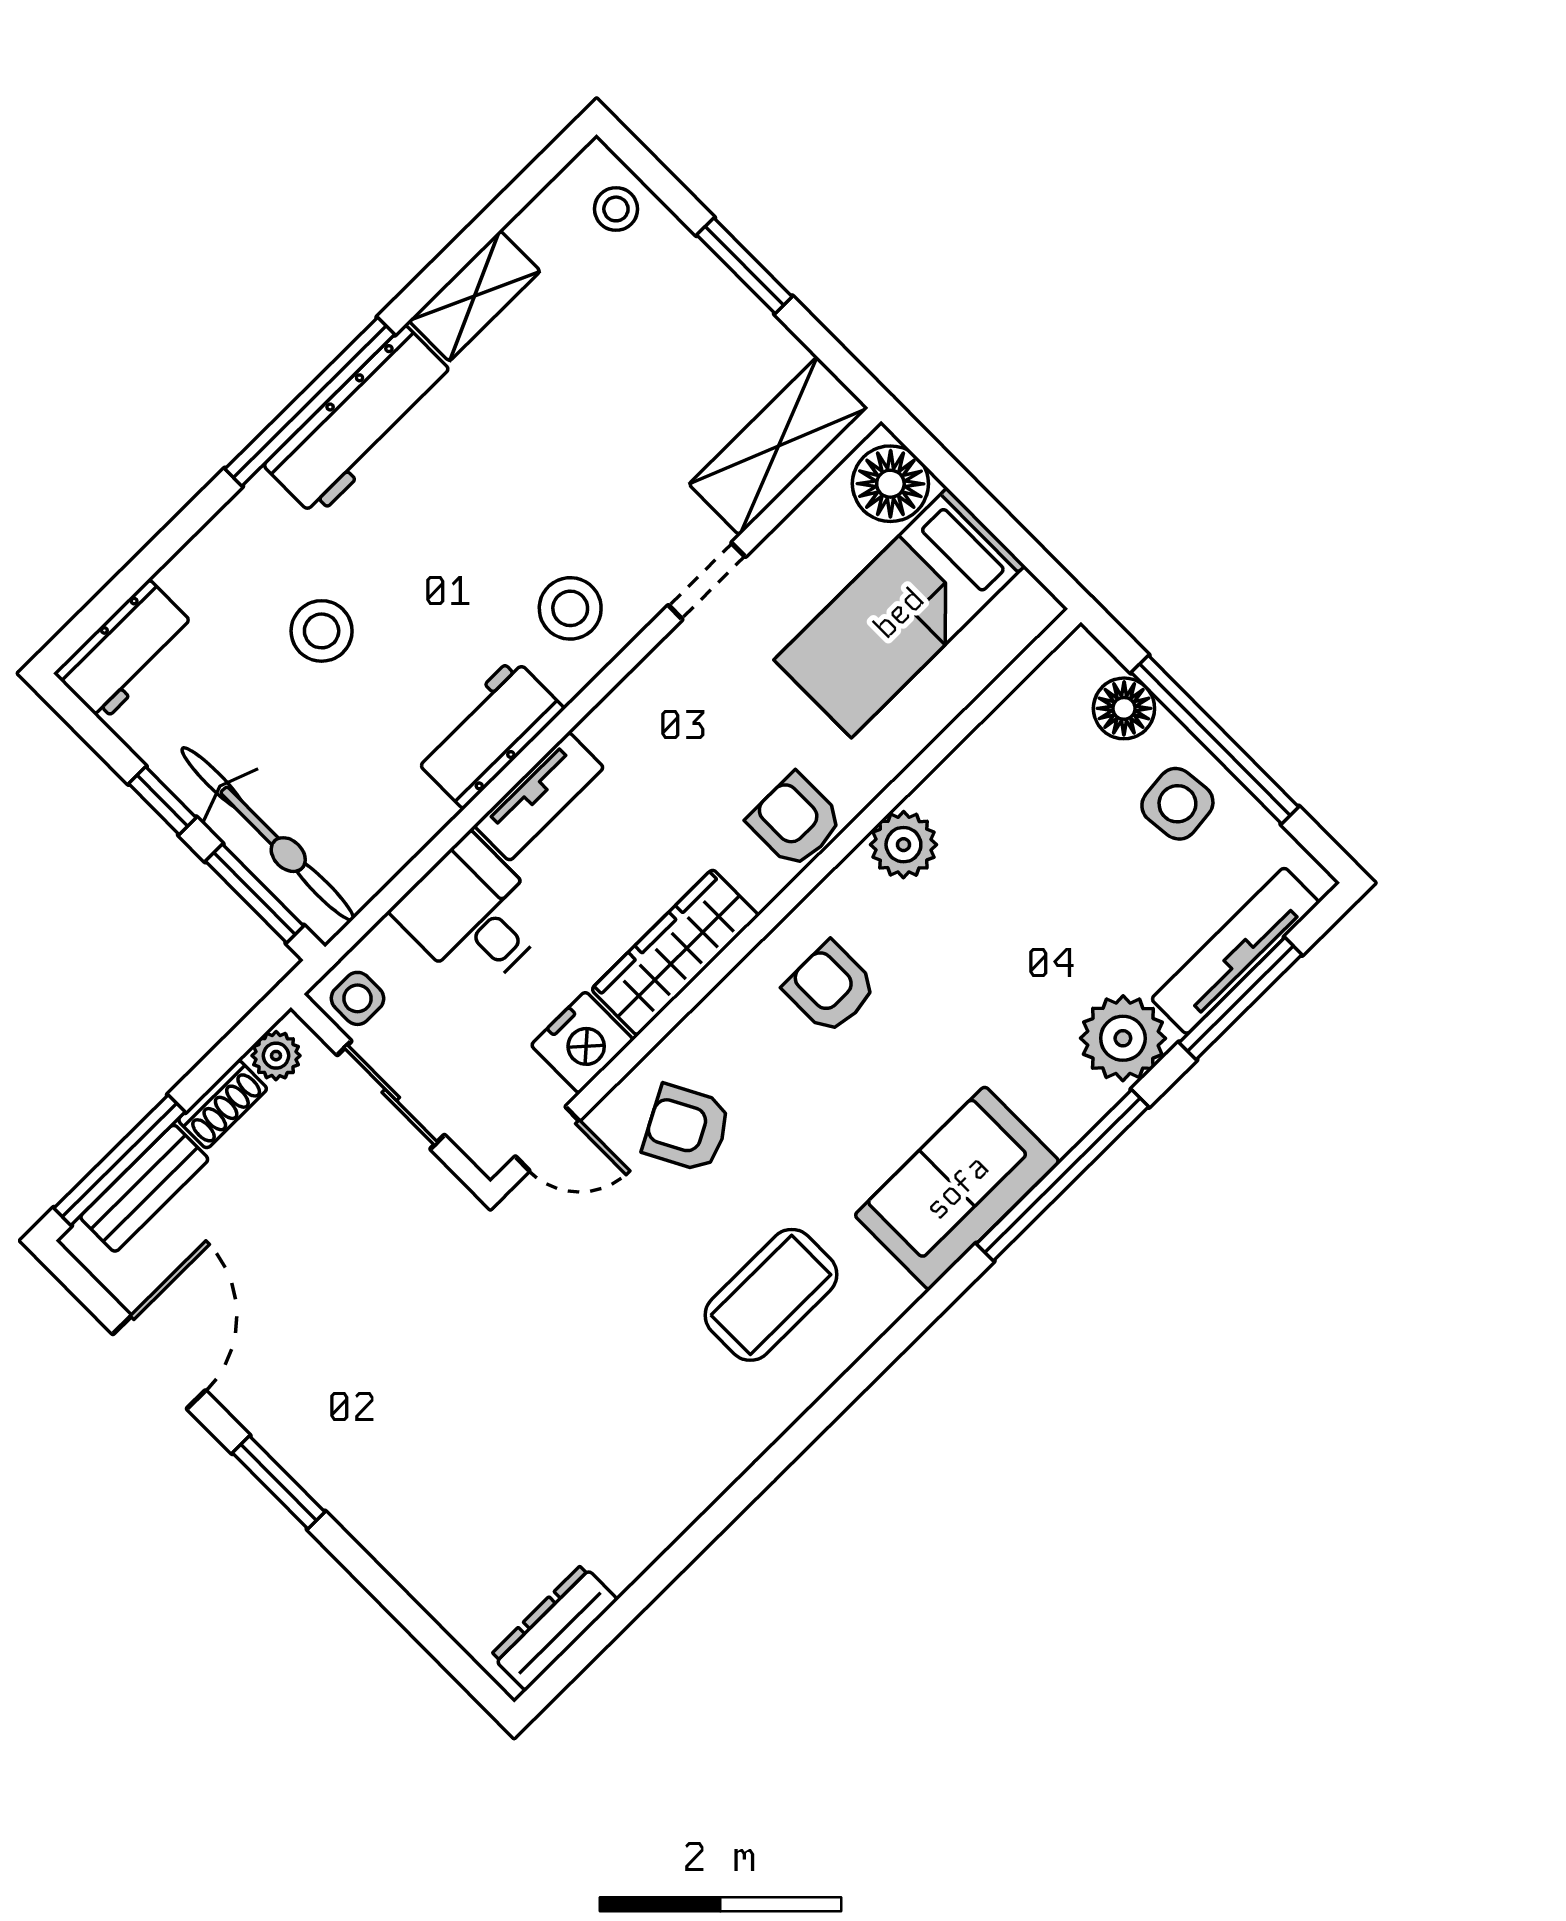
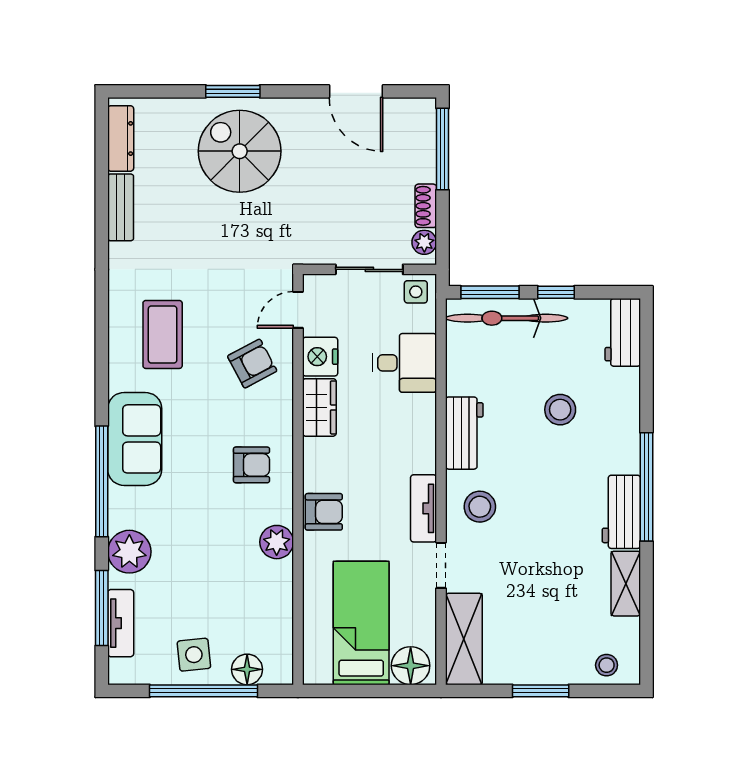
workbench: (360, 421) -> (621, 512), width x0.73
tv unit: (539, 796) -> (424, 508), moved
tv unit: (1235, 951) -> (121, 623), width x0.71
wardrobe: (675, 952) -> (319, 407), width x0.67
bench: (144, 1188) -> (121, 207), moved
spiral stairs: (406, 1442) -> (240, 151), added
window: (279, 1482) -> (233, 91), moved

